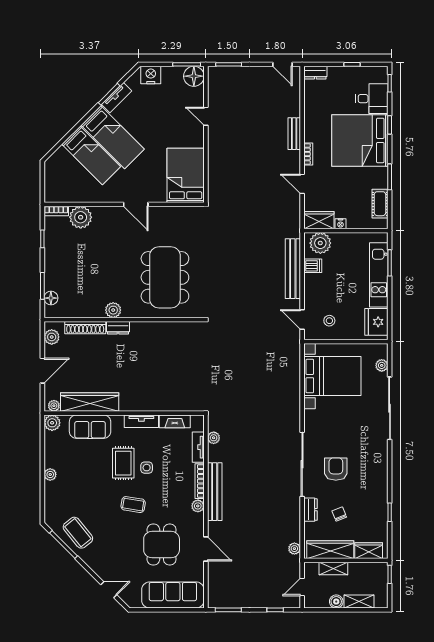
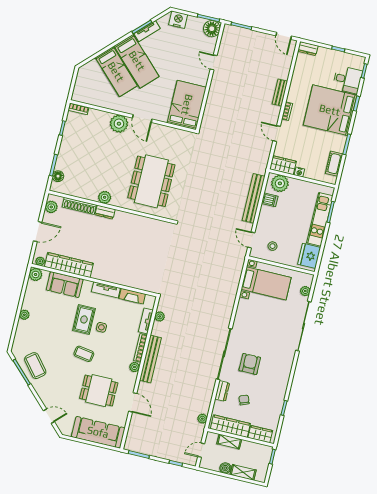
plant: (81, 217) -> (119, 124), moved
bed with nightstands: (332, 376) -> (266, 283), width x0.73
dining table: (162, 545) -> (99, 391), turned 90

